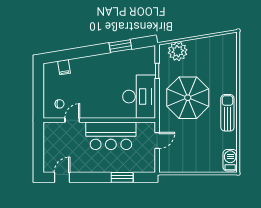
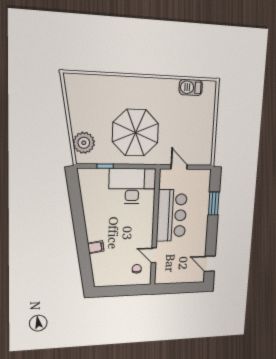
window: (120, 46) -> (77, 206), removed
filing cabinet: (64, 67) -> (96, 247), moved
sun lounger: (227, 113) -> (154, 89), removed
barbecue: (230, 160) -> (191, 87), moved

